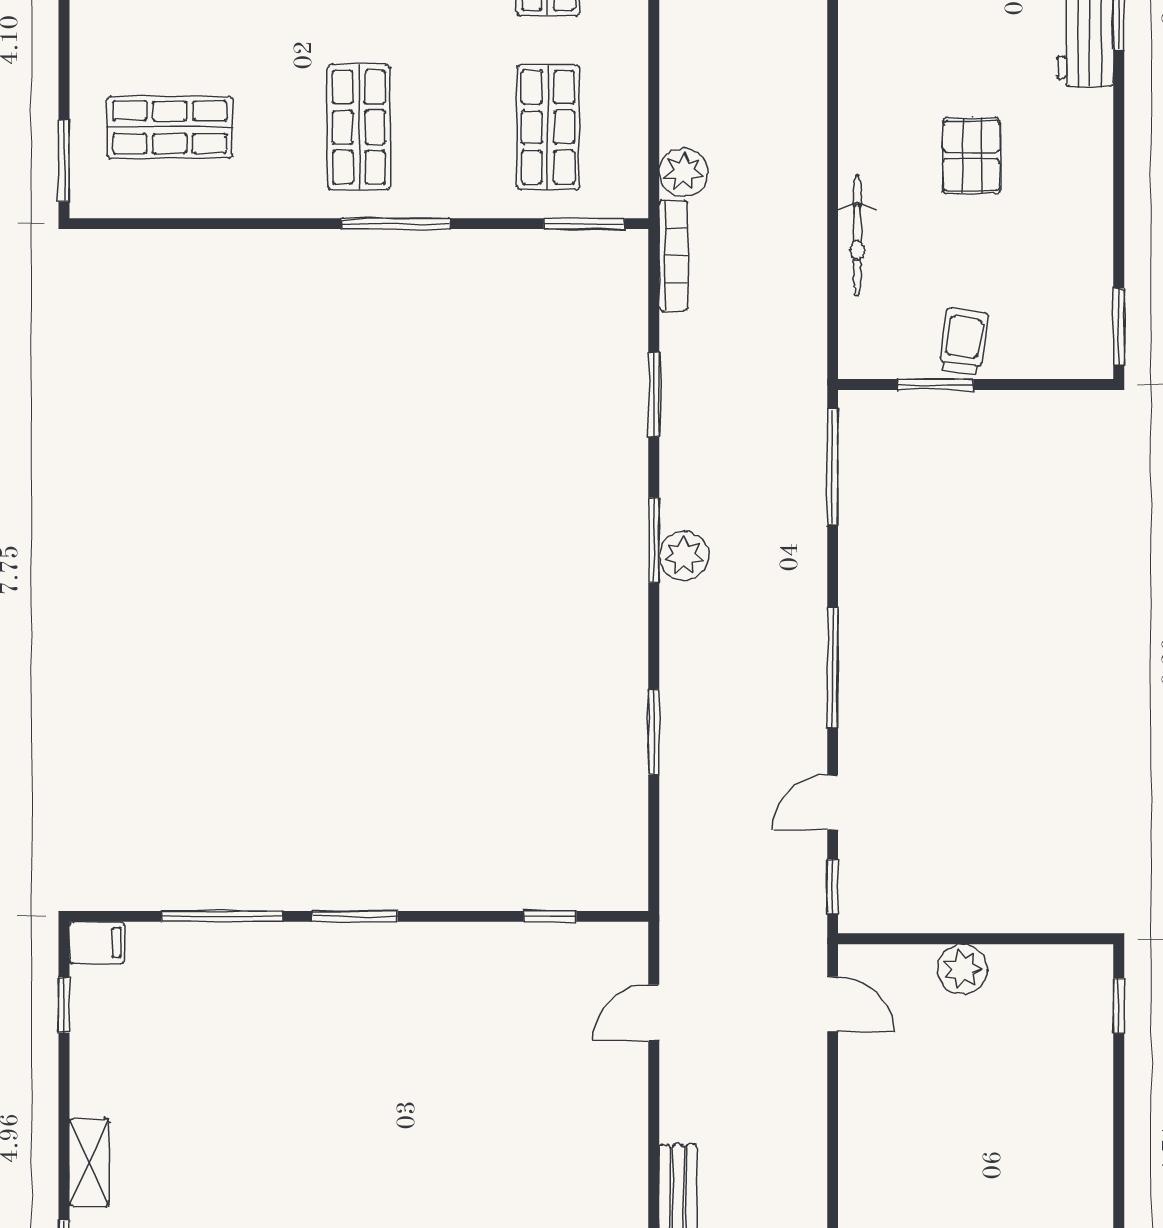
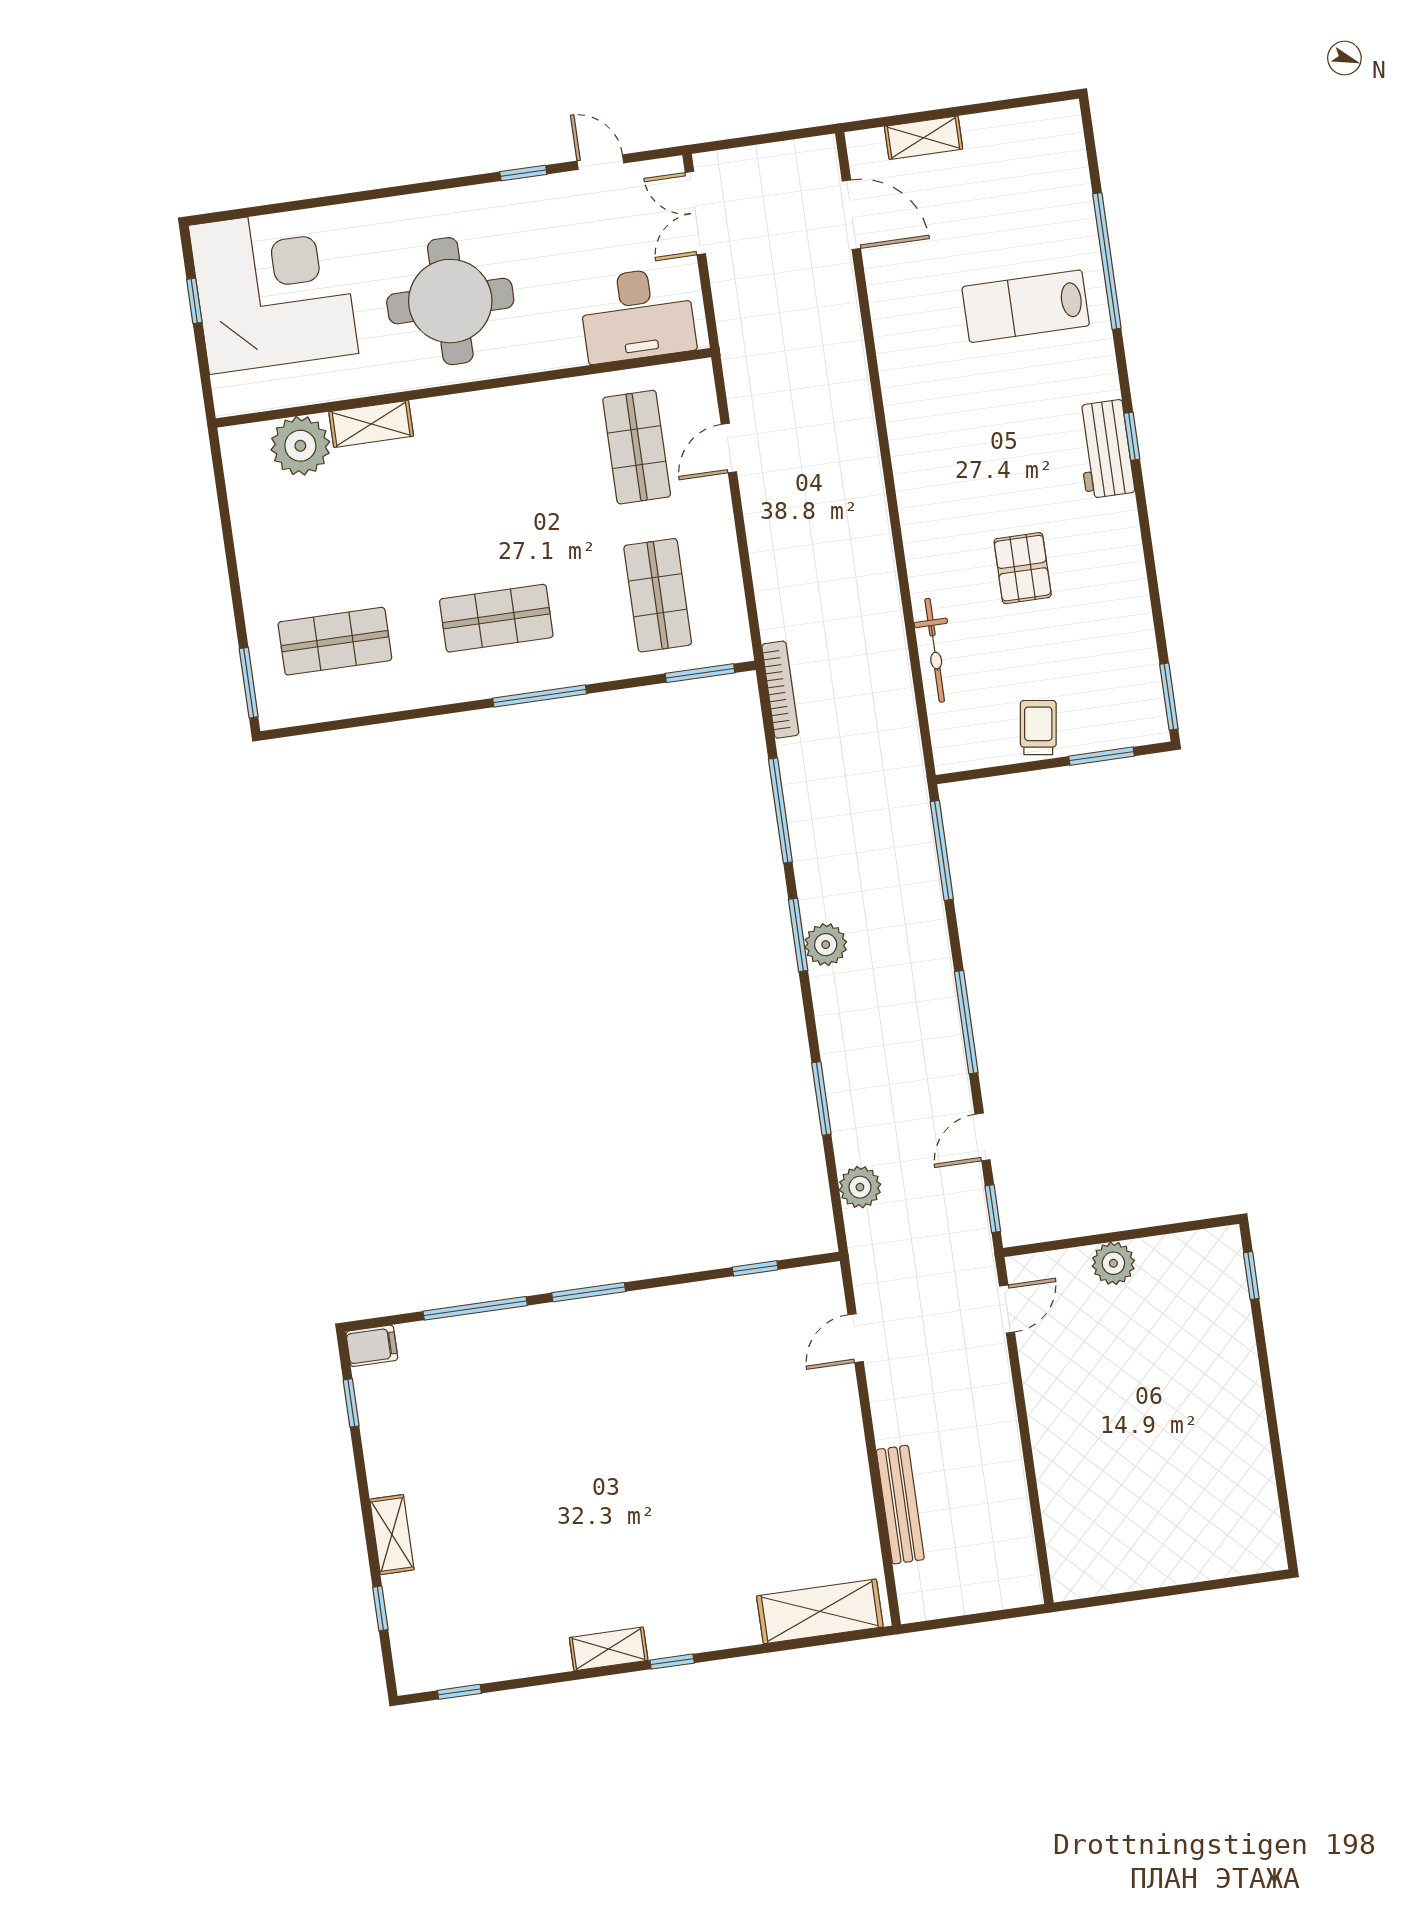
shop shelf: (359, 127) -> (496, 618), turned 90
plant: (684, 172) -> (860, 1187), moved
window: (935, 385) -> (1101, 756), moved
window: (654, 395) -> (780, 811), width x1.44
door: (833, 1004) -> (1007, 1309), hinge flipped

